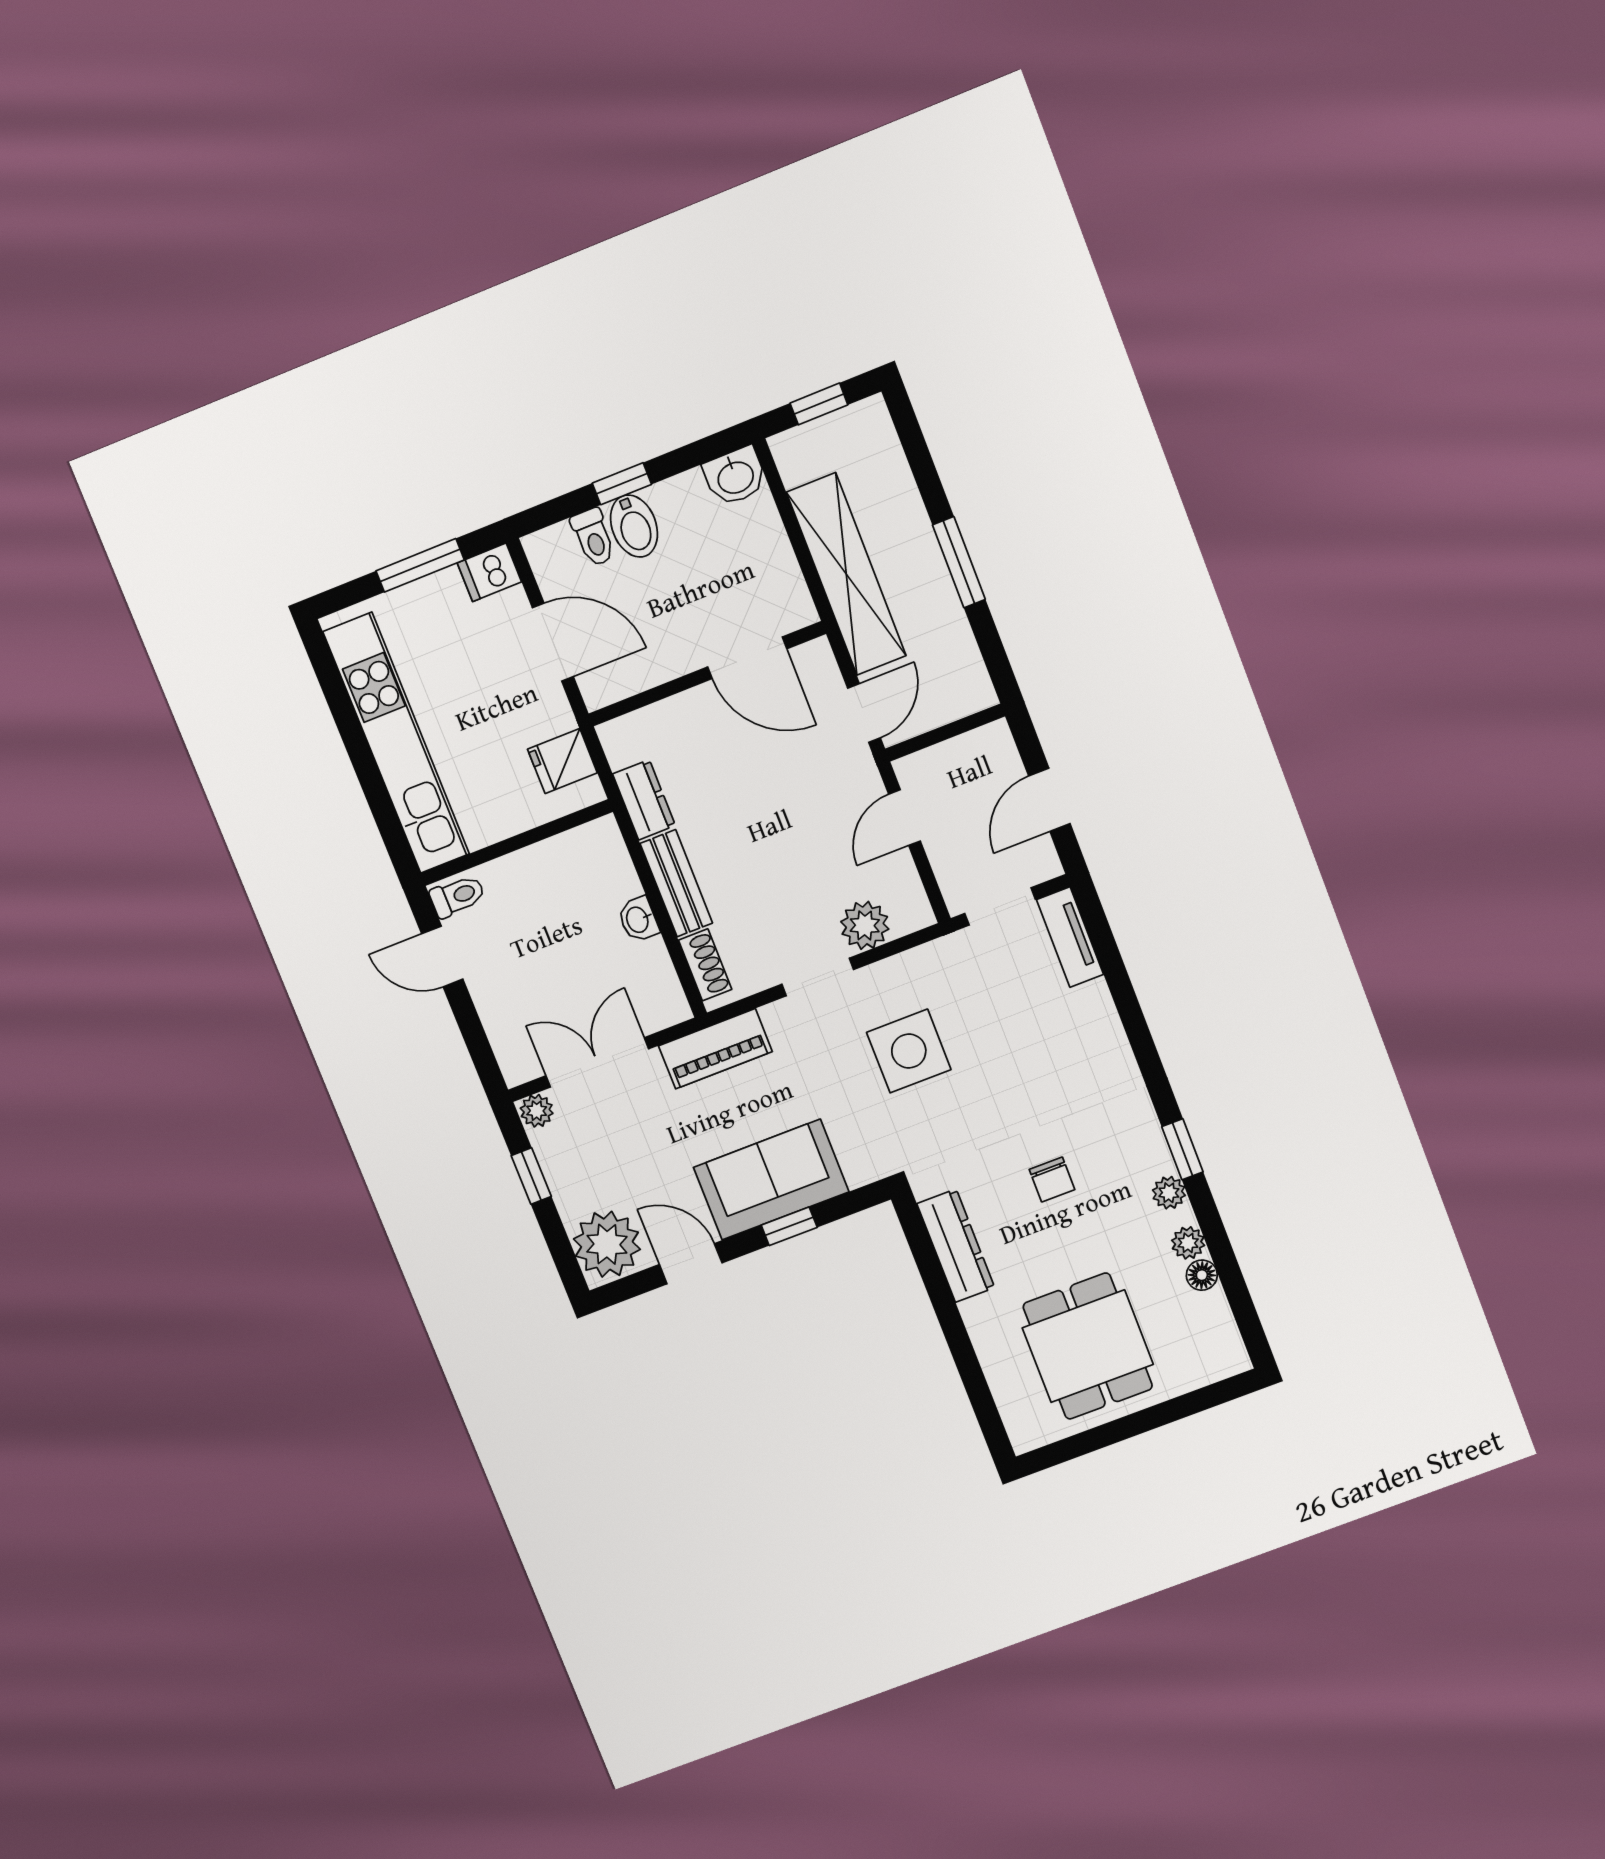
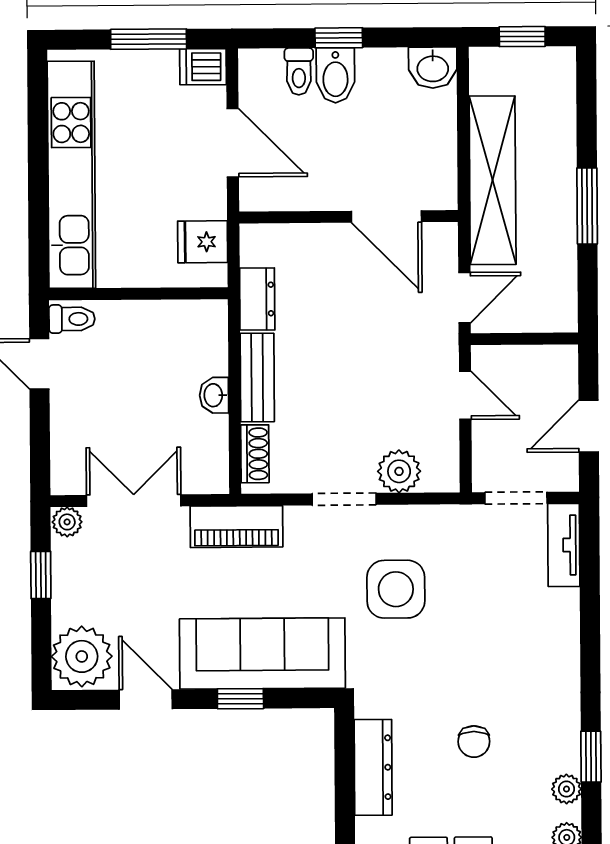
door: (904, 818) -> (465, 395), swing flipped
sofa: (771, 1180) -> (262, 653), width x1.36

